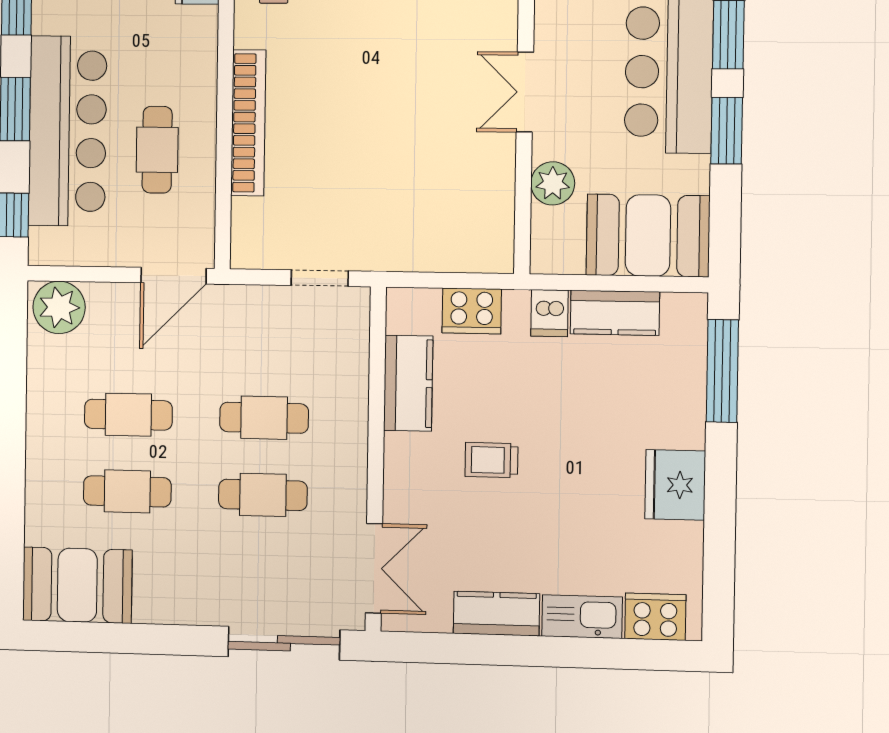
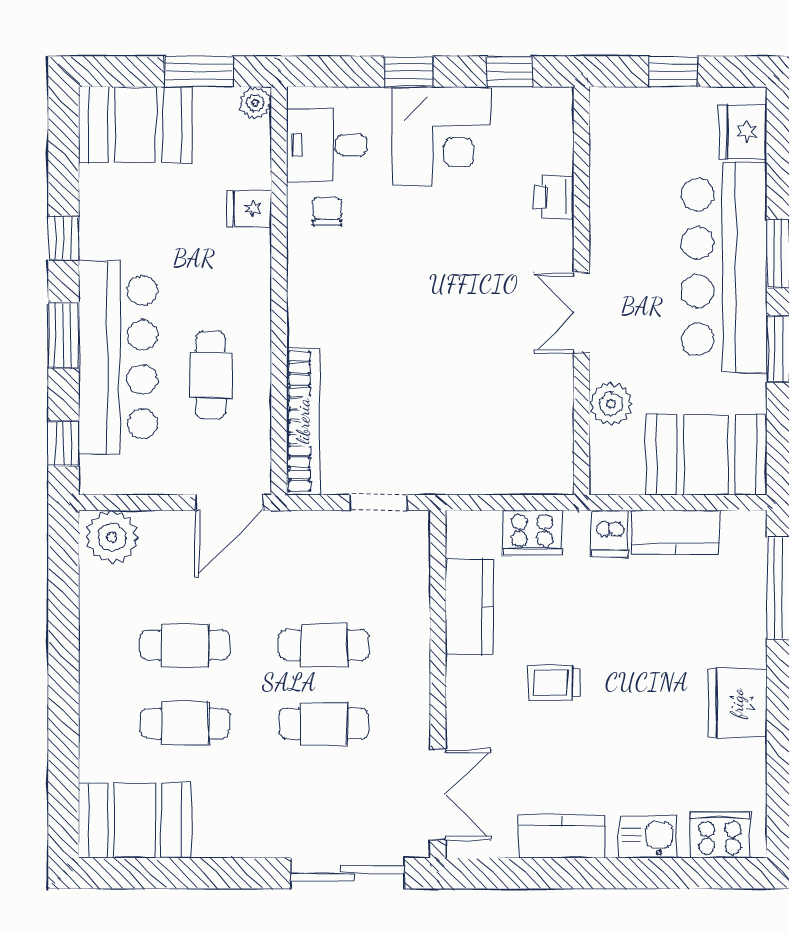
bookcase: (248, 123) -> (303, 421), moved
kitchen sink: (582, 617) -> (647, 837), width x0.73

